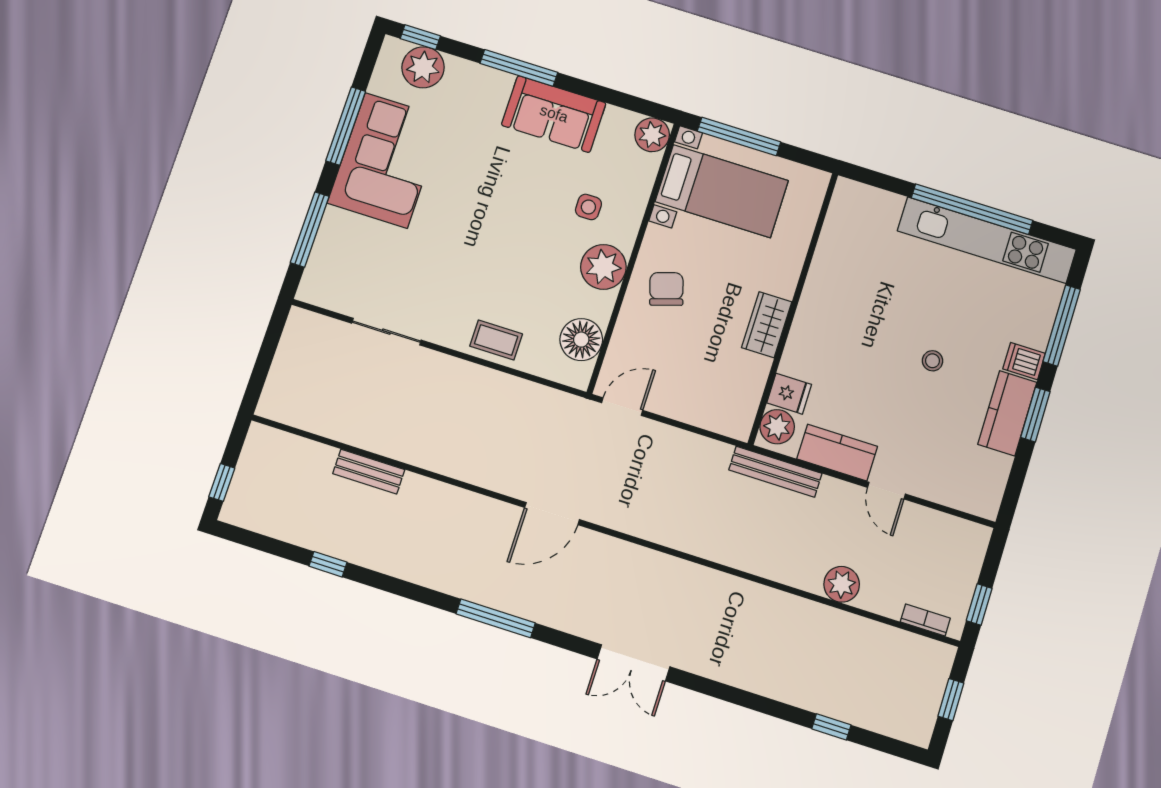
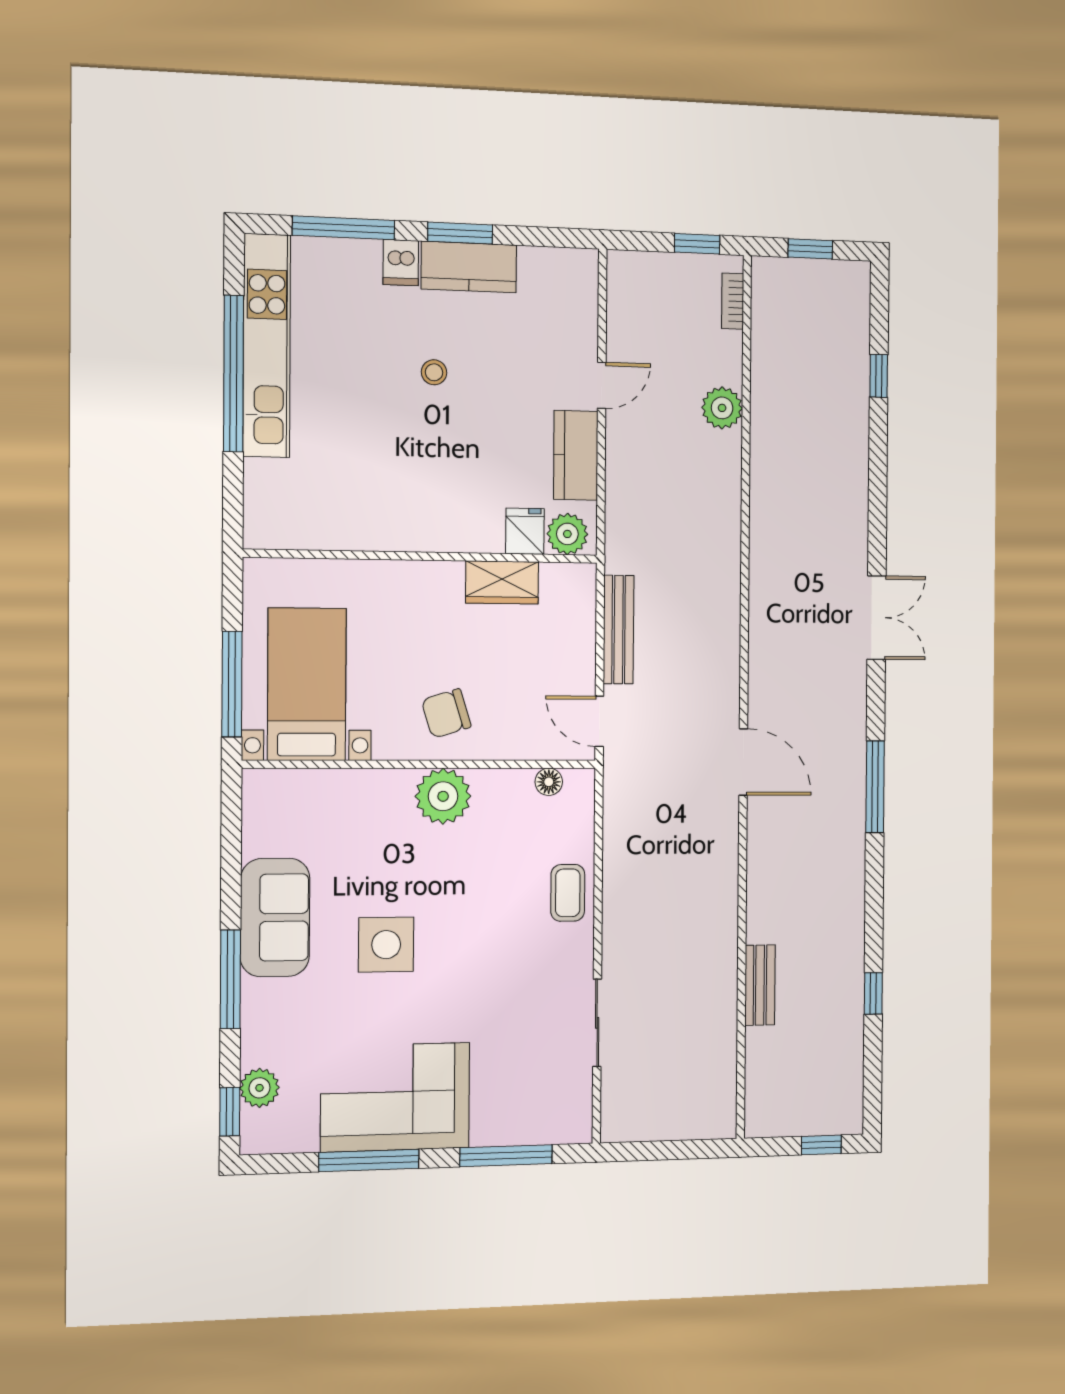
plant: (423, 67) -> (259, 1088), width x0.73, depth x0.73
plant: (652, 135) -> (263, 790), removed
side table: (588, 207) -> (386, 945), moved, width x1.87, depth x1.87
wardrobe: (767, 325) -> (502, 582), moved
floor lamp: (581, 340) -> (549, 782), width x0.53, depth x0.53
bench: (775, 472) -> (619, 630), moved

